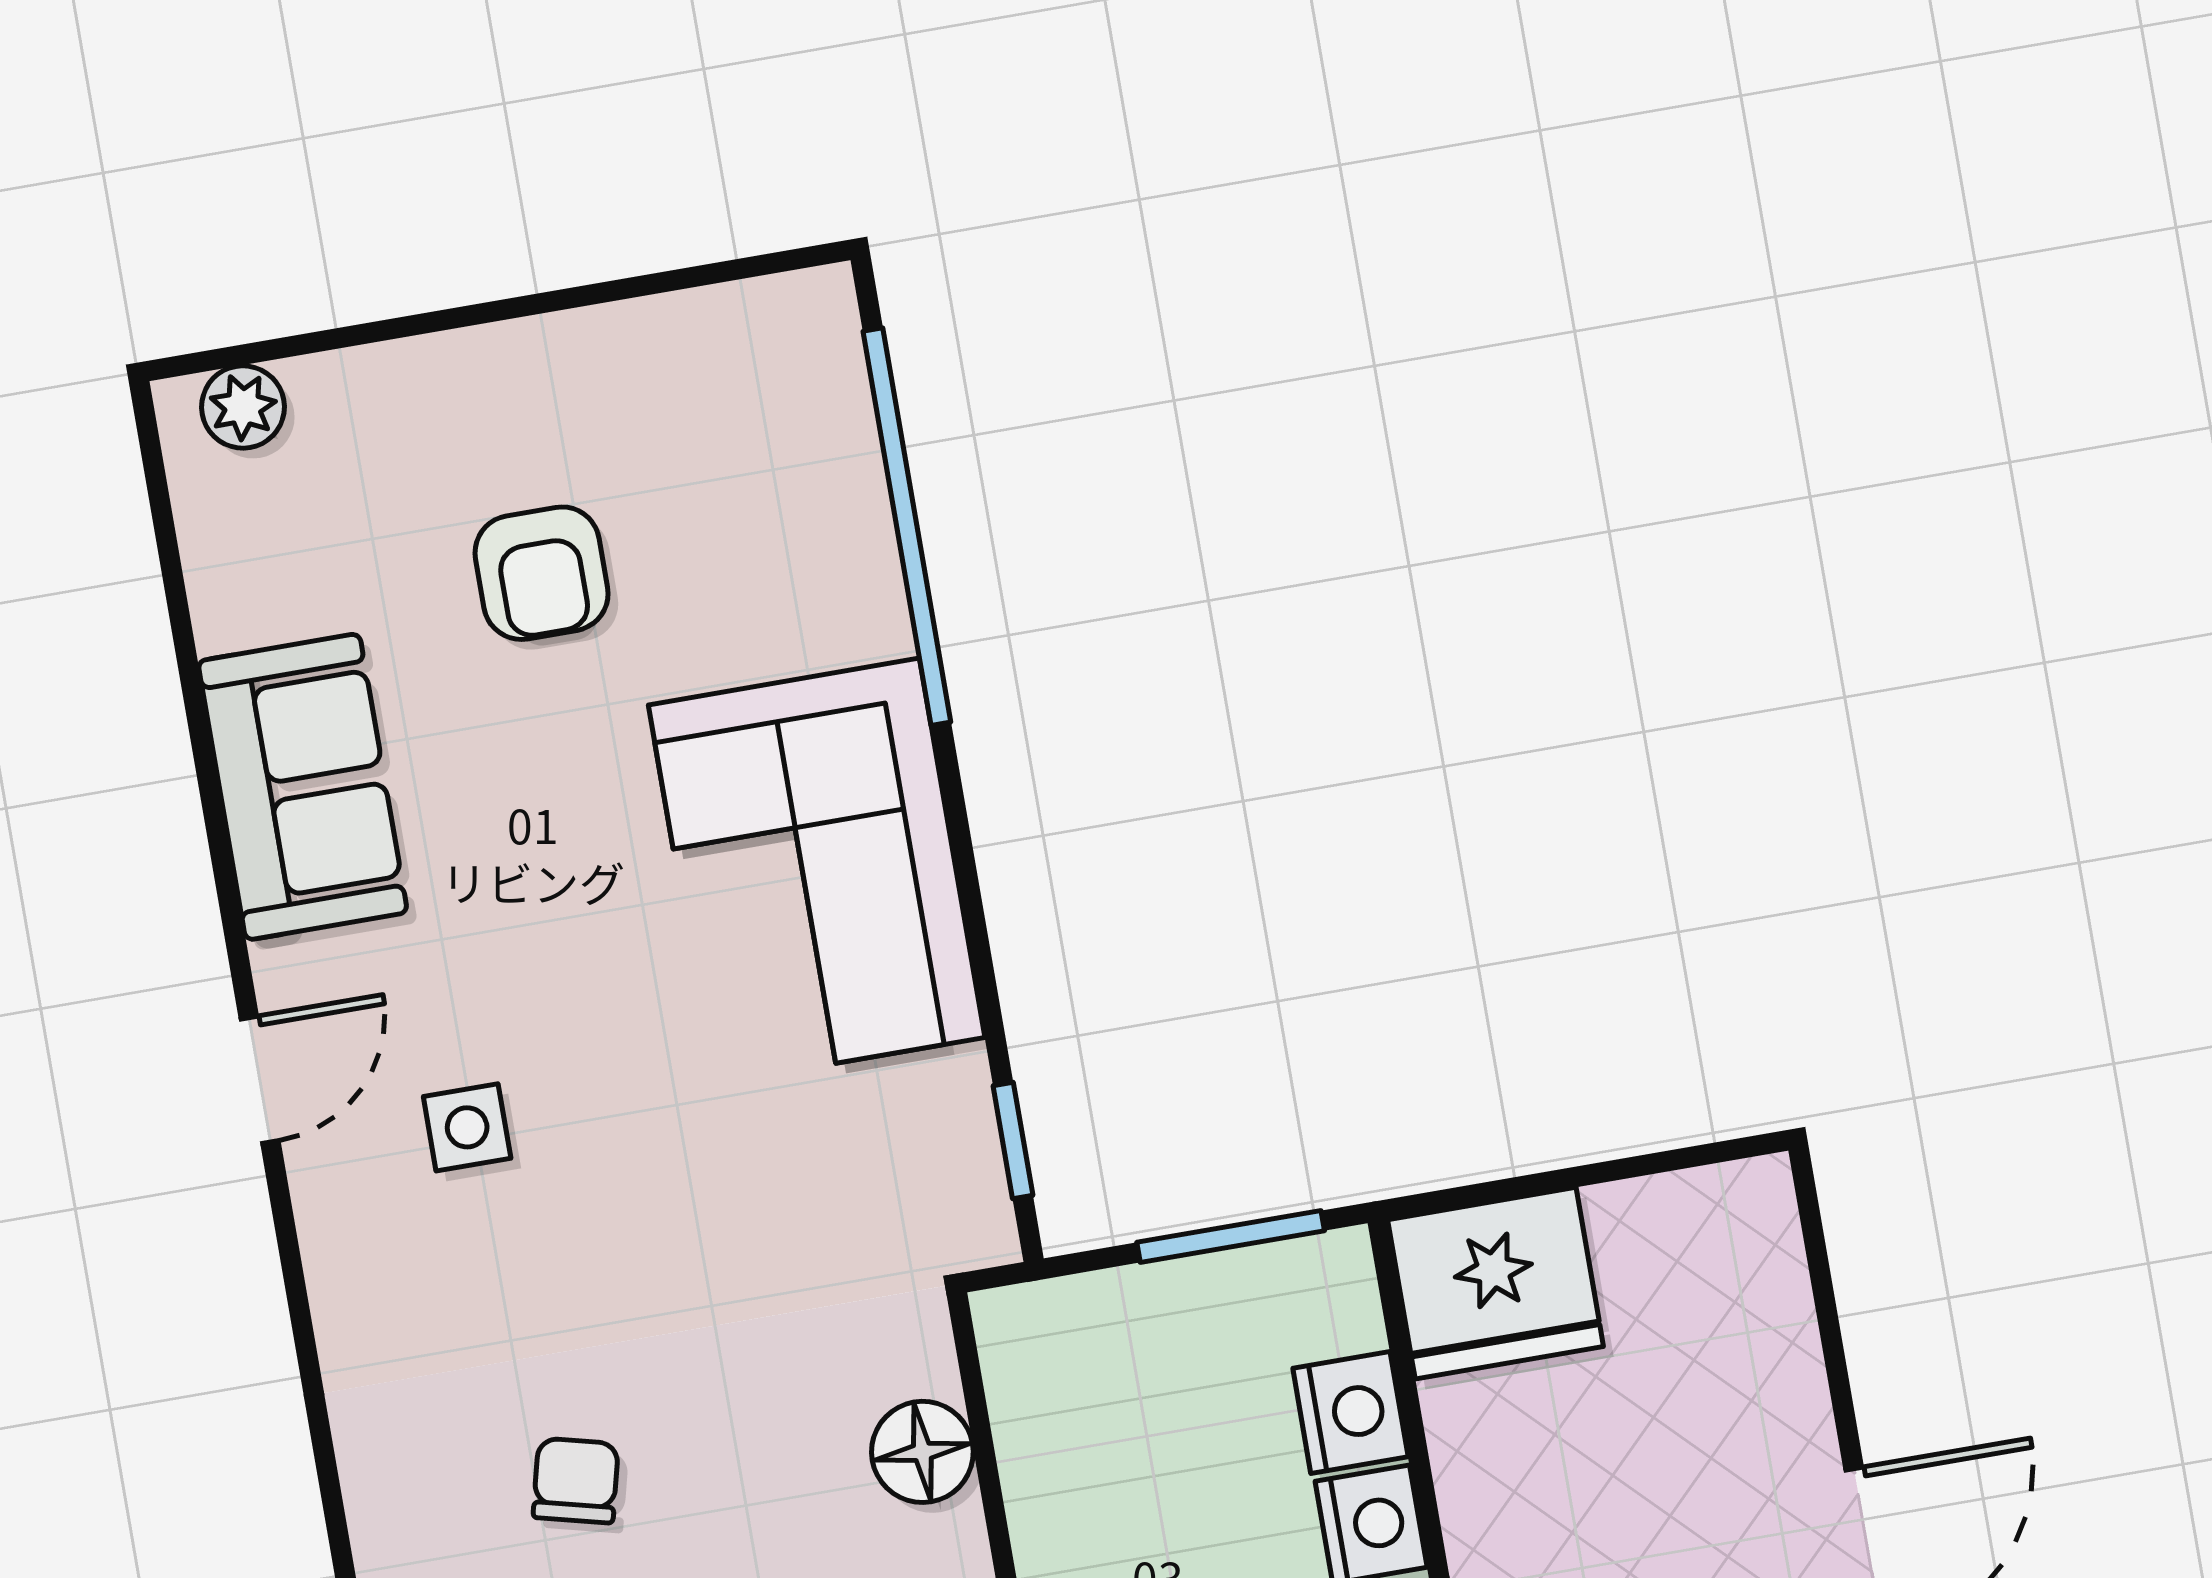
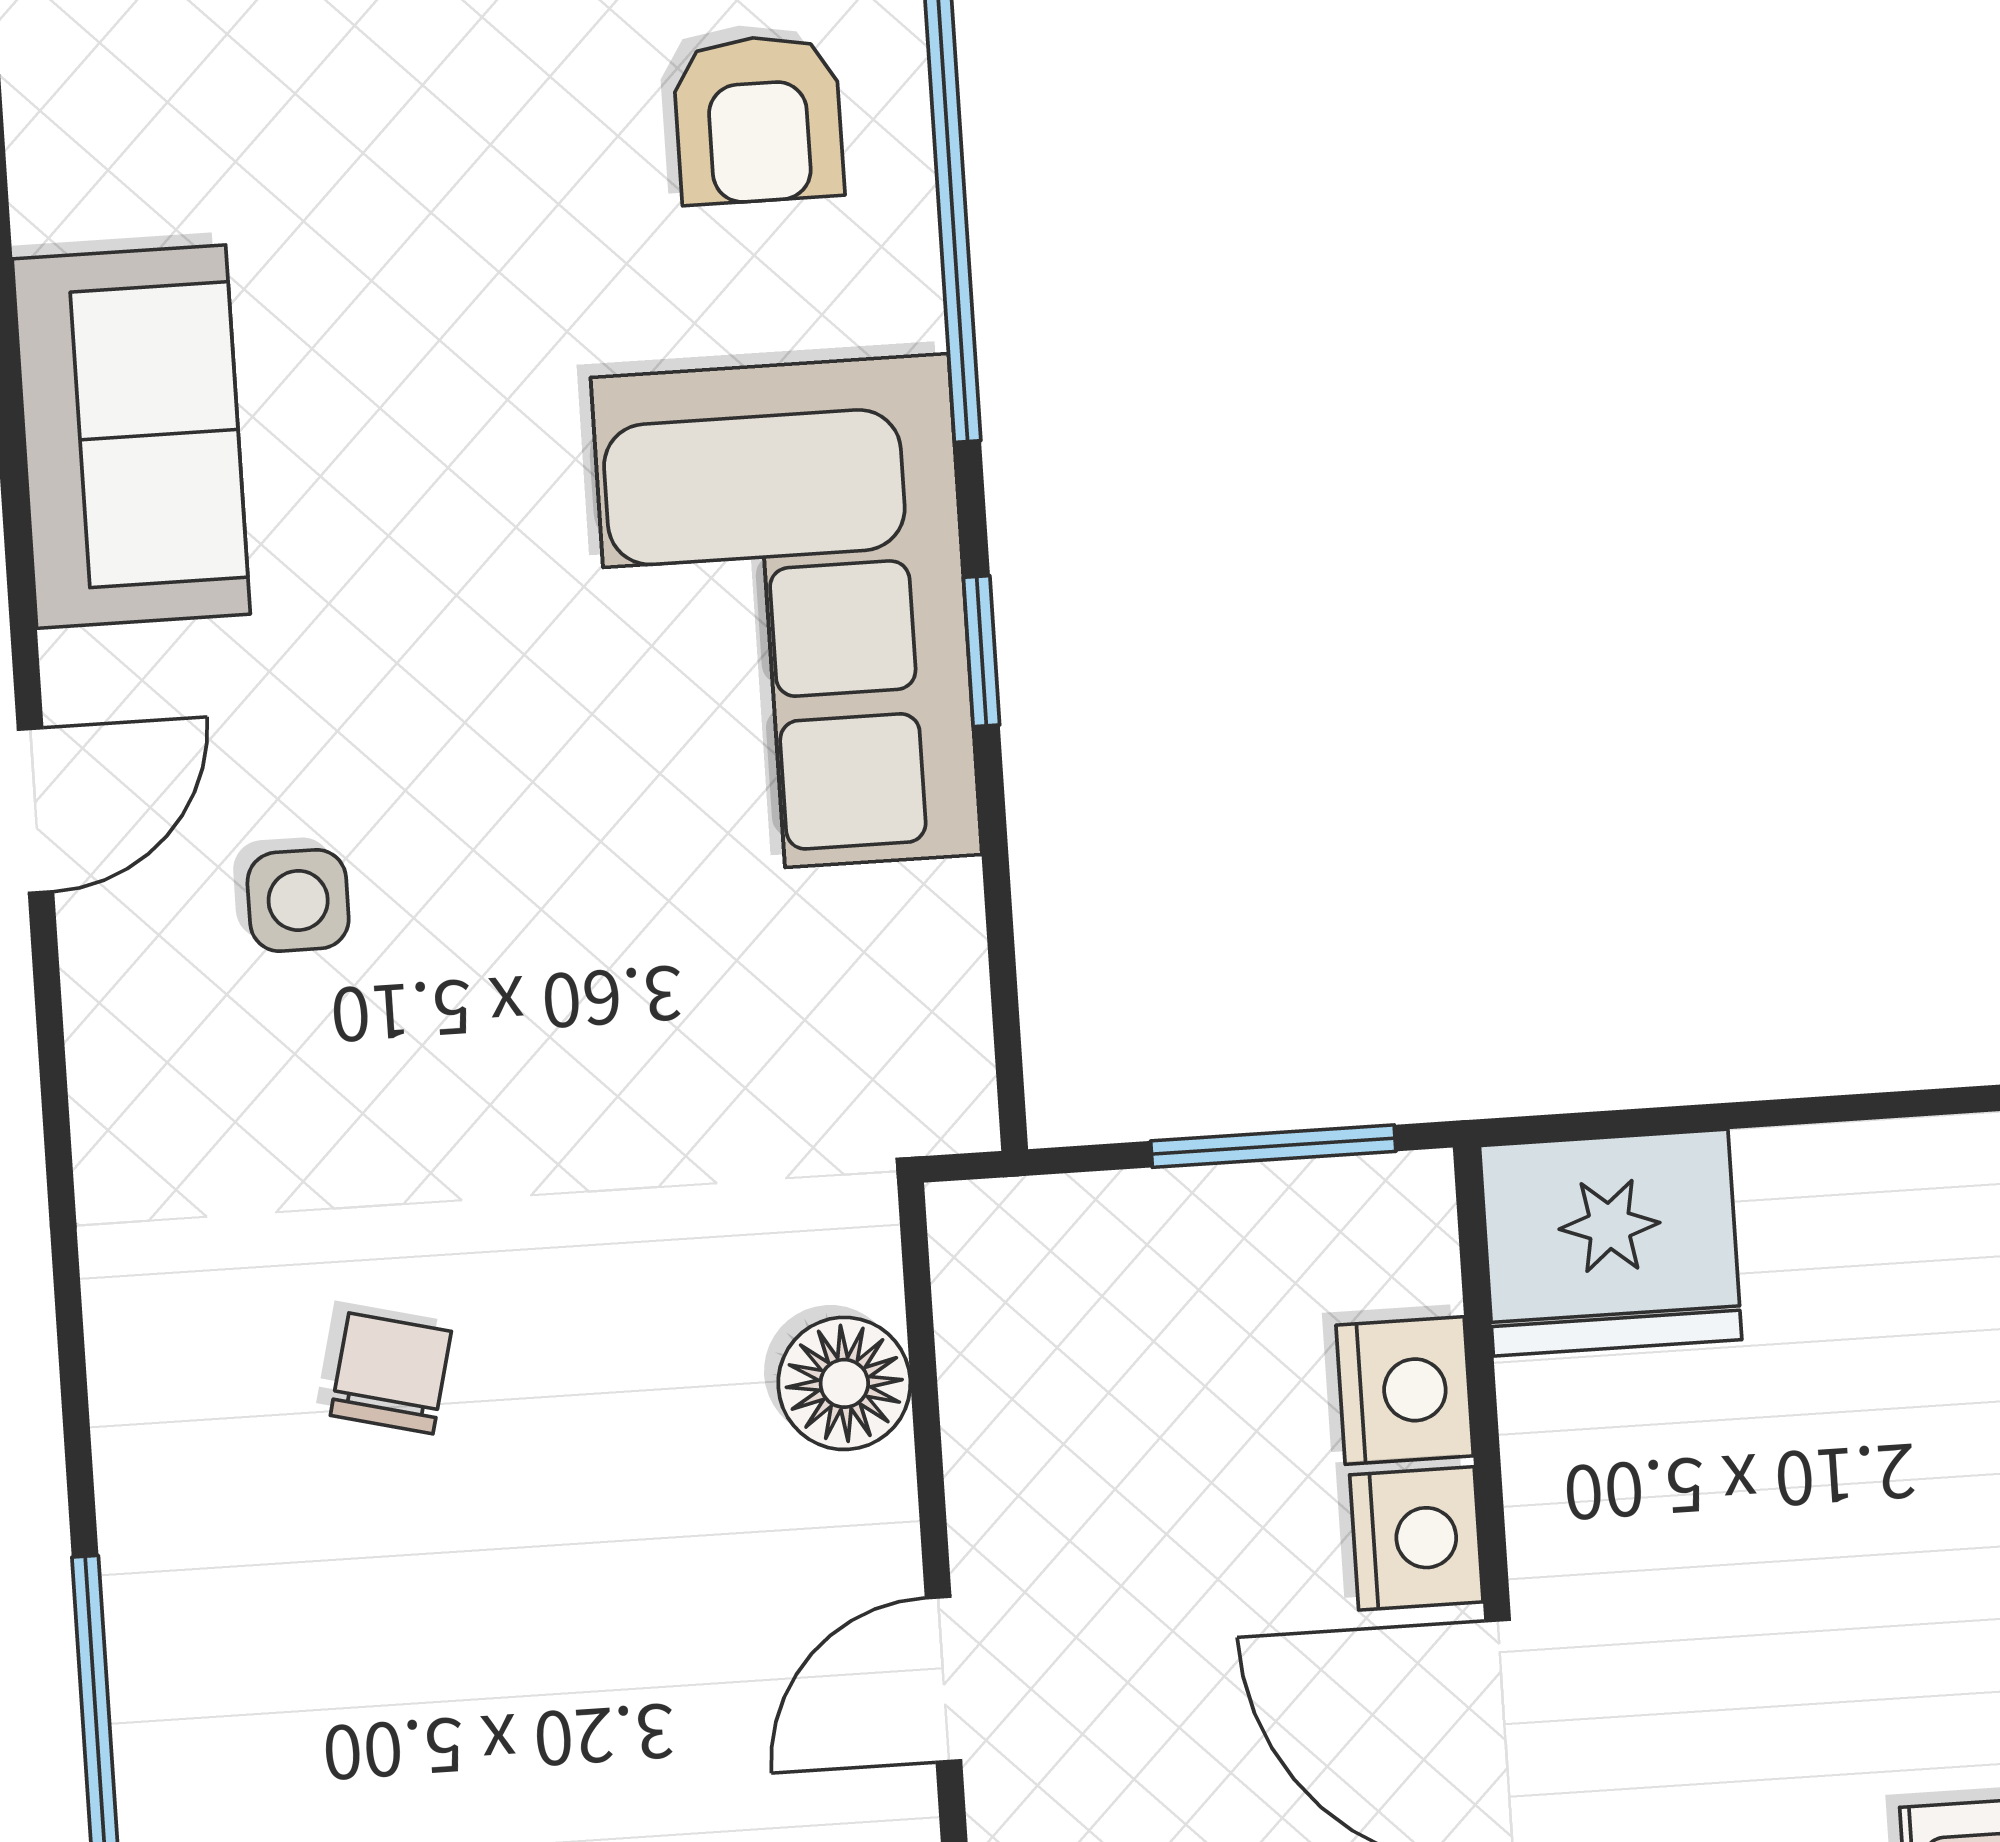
armchair: (542, 573) -> (758, 119), moved
window: (1013, 1141) -> (982, 651), moved

